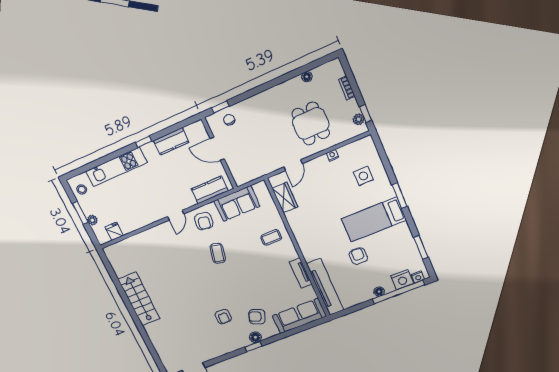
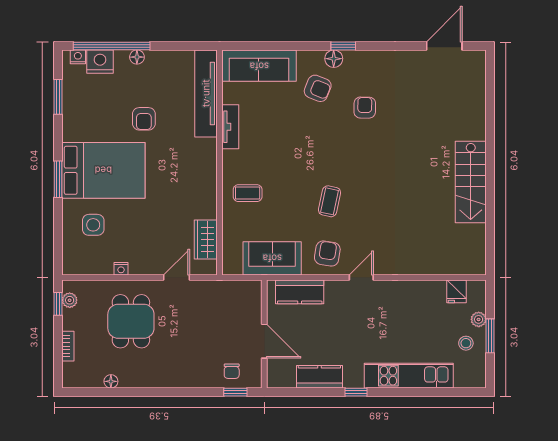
stool: (82, 189) -> (466, 343), moved
bed: (374, 219) -> (103, 170), width x1.50

